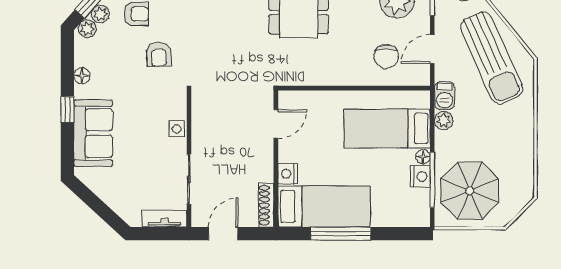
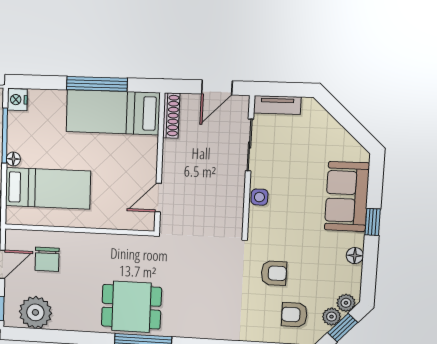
armchair: (159, 54) -> (274, 273), turned 92
chair: (386, 57) -> (47, 259), turned 180
nightstand: (288, 174) -> (148, 147), removed
nightstand: (420, 176) -> (17, 100), moved

